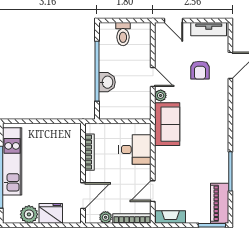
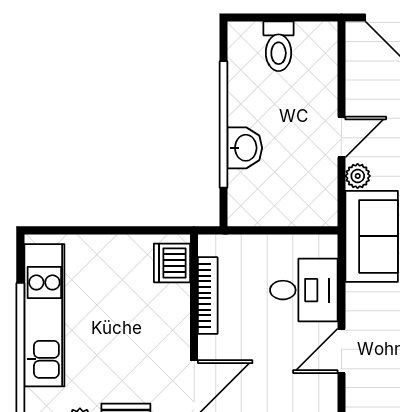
door: (153, 77) -> (341, 137), hinge flipped
dishwasher: (73, 137) -> (172, 263), added
door: (153, 191) -> (341, 351), moved

